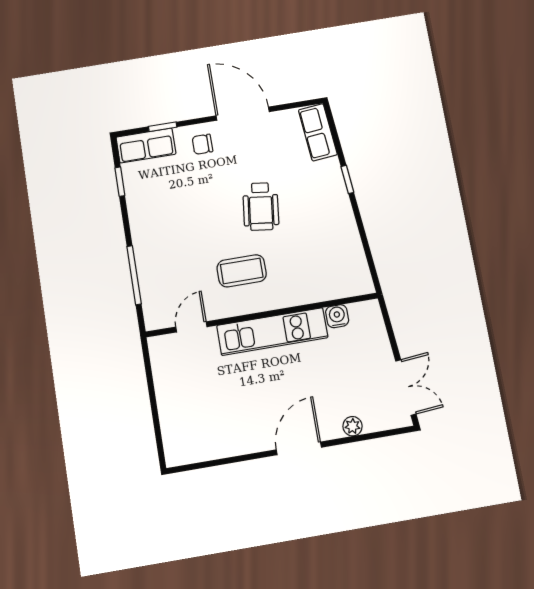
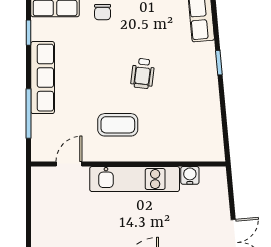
chair: (202, 144) -> (103, 12), turned -90
wheelchair: (261, 206) -> (143, 73), width x0.73, depth x0.73
row of seats: (144, 231) -> (43, 78), added

